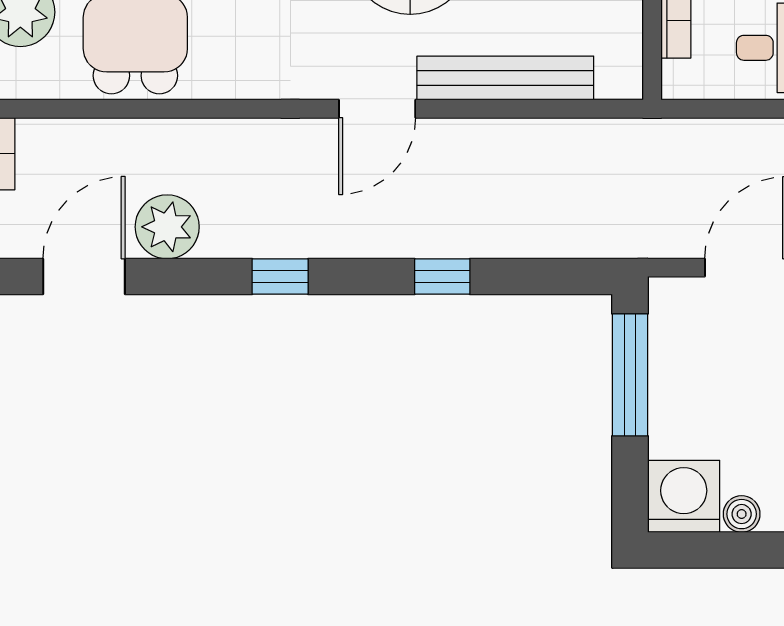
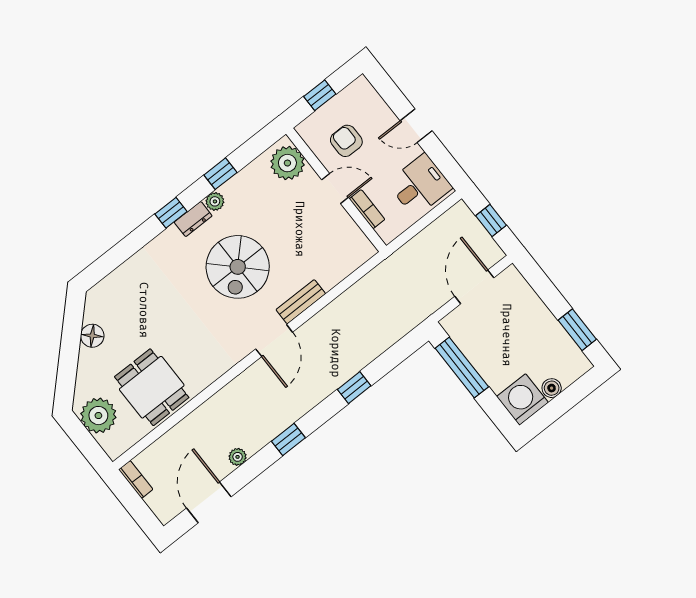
bench: (505, 78) -> (301, 302), width x0.54, depth x0.82
plant: (167, 227) -> (238, 457), width x0.53, depth x0.53

